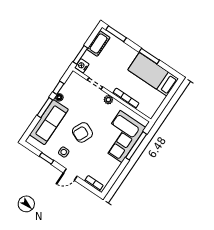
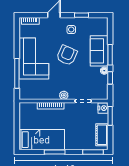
sofa: (49, 122) -> (99, 51), width x0.73
corner sofa: (121, 137) -> (34, 59), moved

